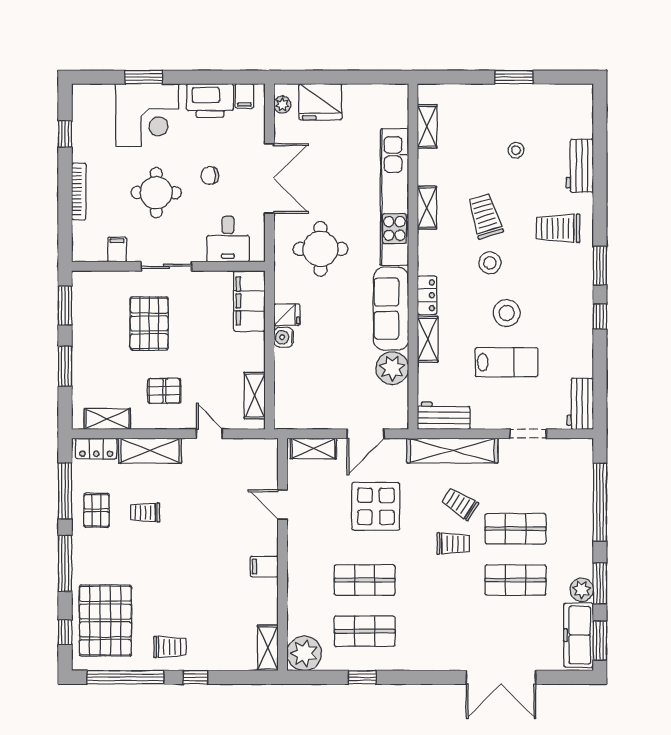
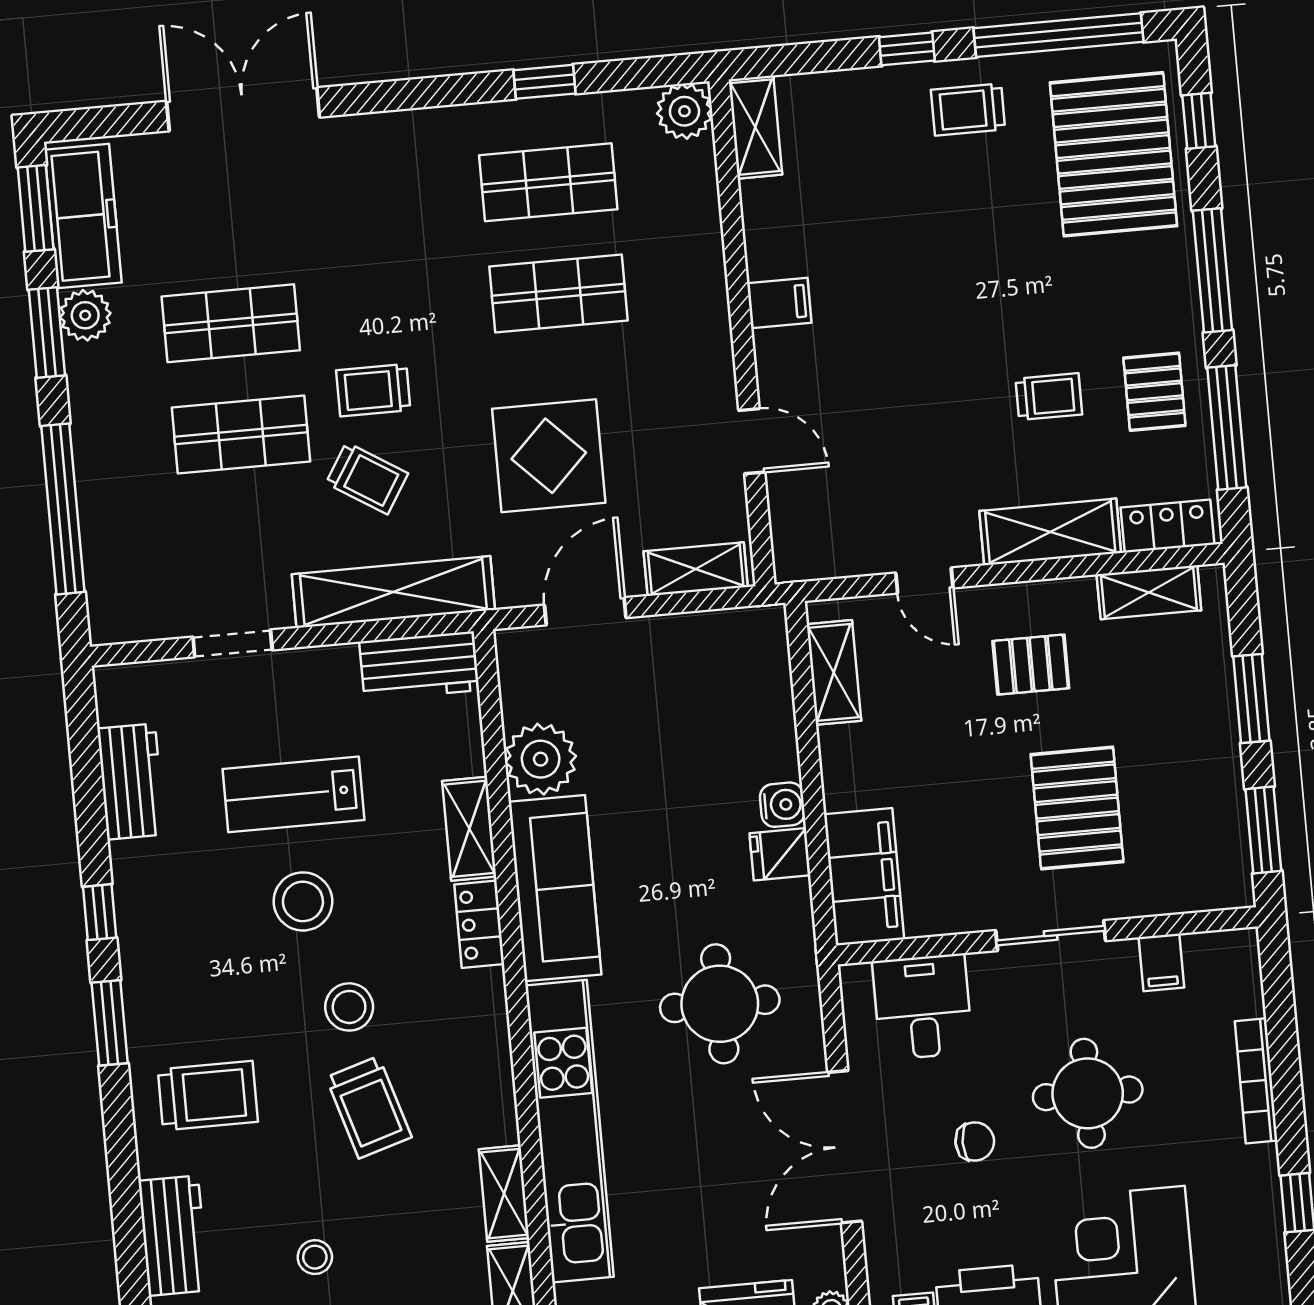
shelving: (427, 208) -> (504, 1194), moved
workbench: (580, 404) -> (131, 781), moved
plant: (304, 653) -> (684, 111), width x0.73, depth x0.73

